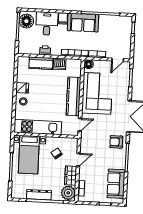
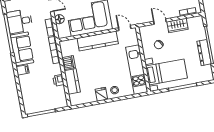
floor lamp: (26, 21) -> (34, 106), removed
desk: (47, 24) -> (20, 21), moved
floor lamp: (89, 64) -> (59, 19), moved
plant: (68, 193) -> (195, 24), removed

